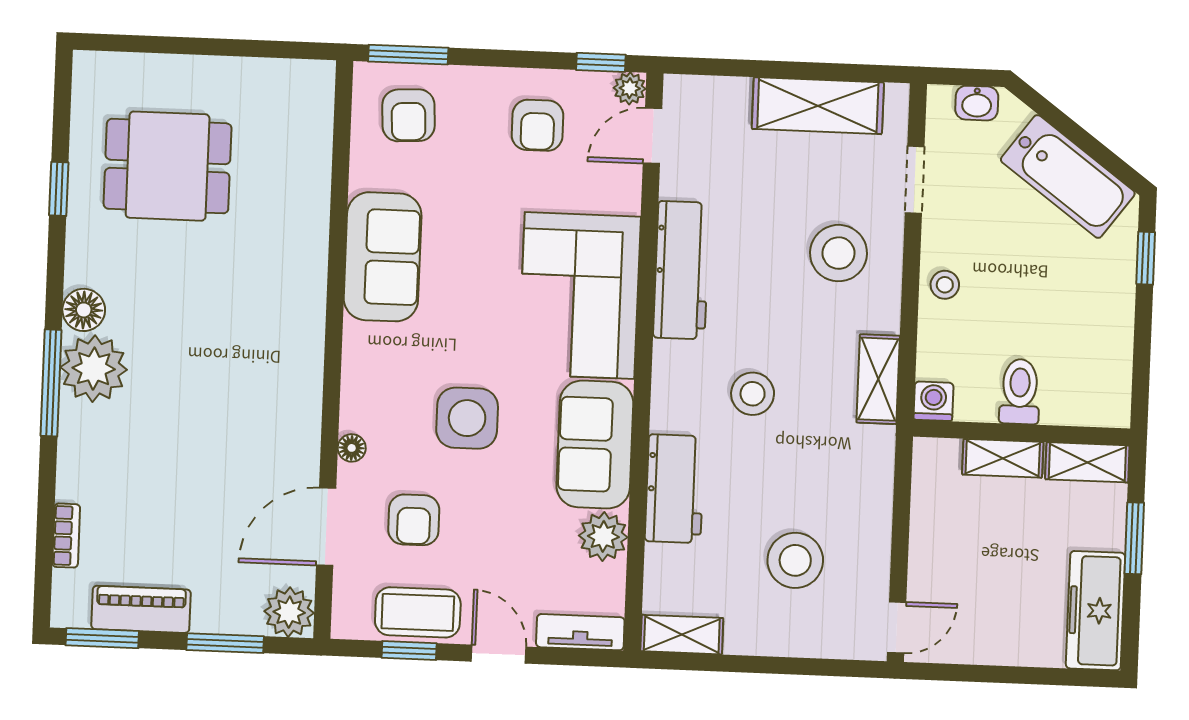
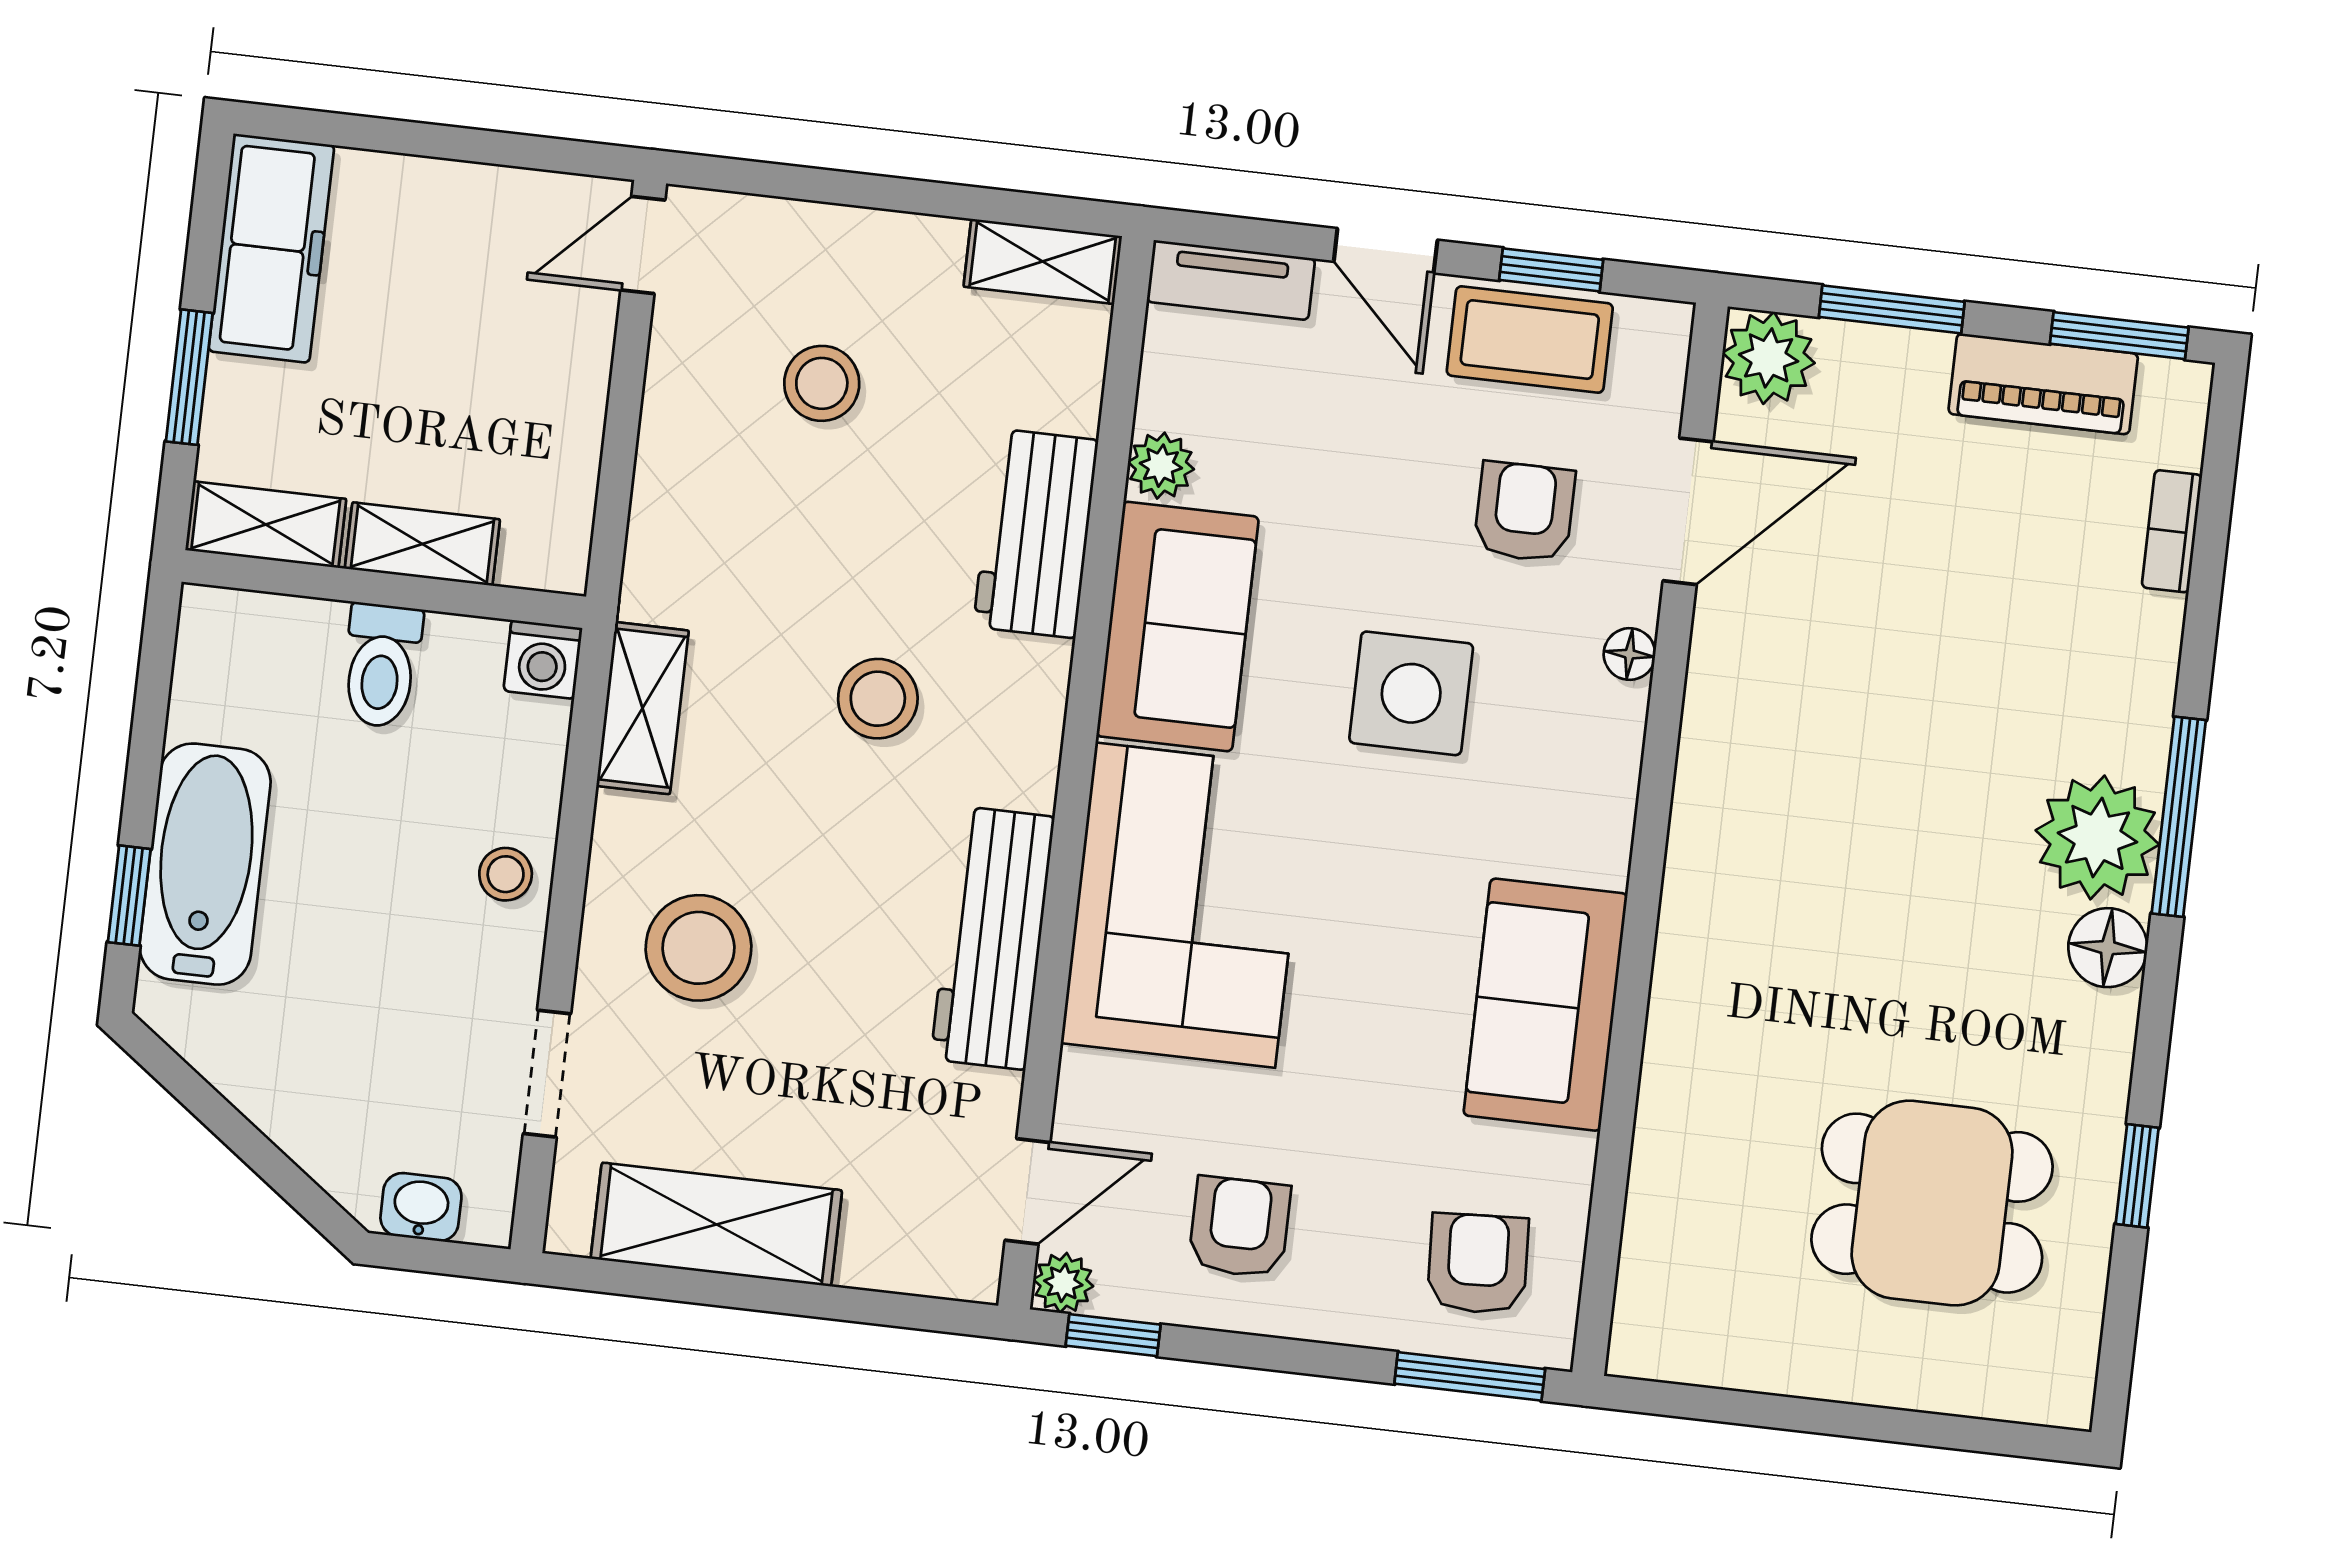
bathtub: (1068, 176) -> (205, 864), moved, turned 54
plant: (603, 536) -> (1161, 466), width x0.73, depth x0.73
stool: (795, 560) -> (822, 383), width x0.73, depth x0.73

